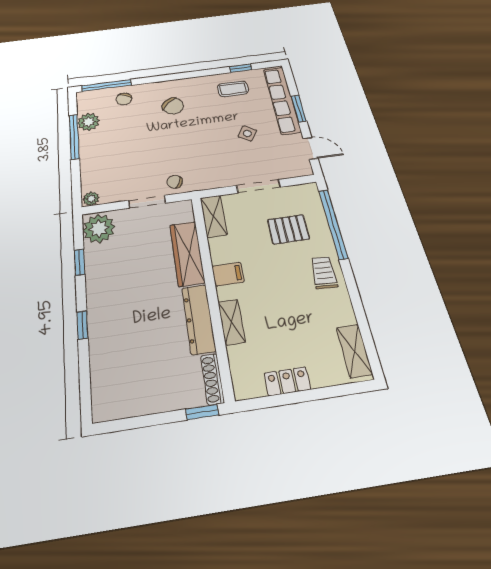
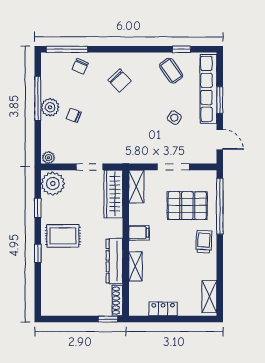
coffee table: (233, 89) -> (171, 71), turned 55
plant: (89, 122) -> (50, 107), moved
chair: (175, 182) -> (74, 115), moved
pallet: (288, 229) -> (187, 206), width x1.50, depth x1.42
wardrobe: (187, 253) -> (113, 194), moved
rug: (118, 294) -> (63, 236), added

